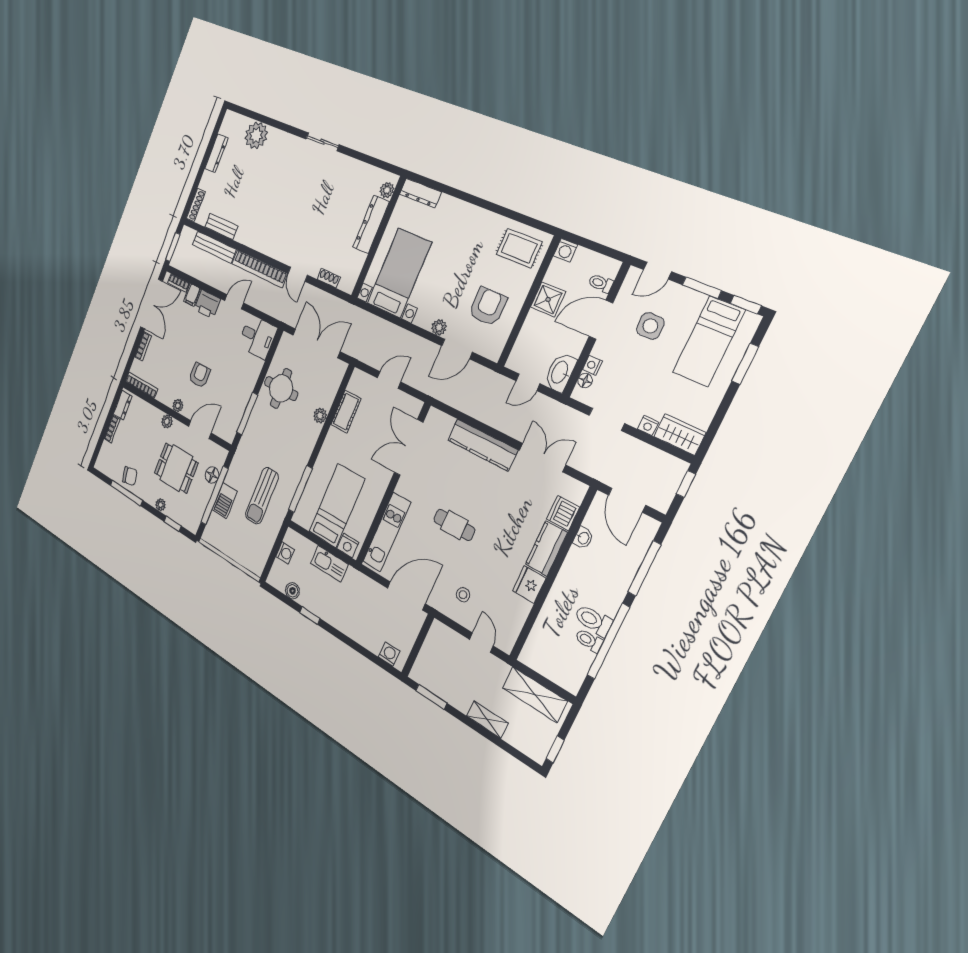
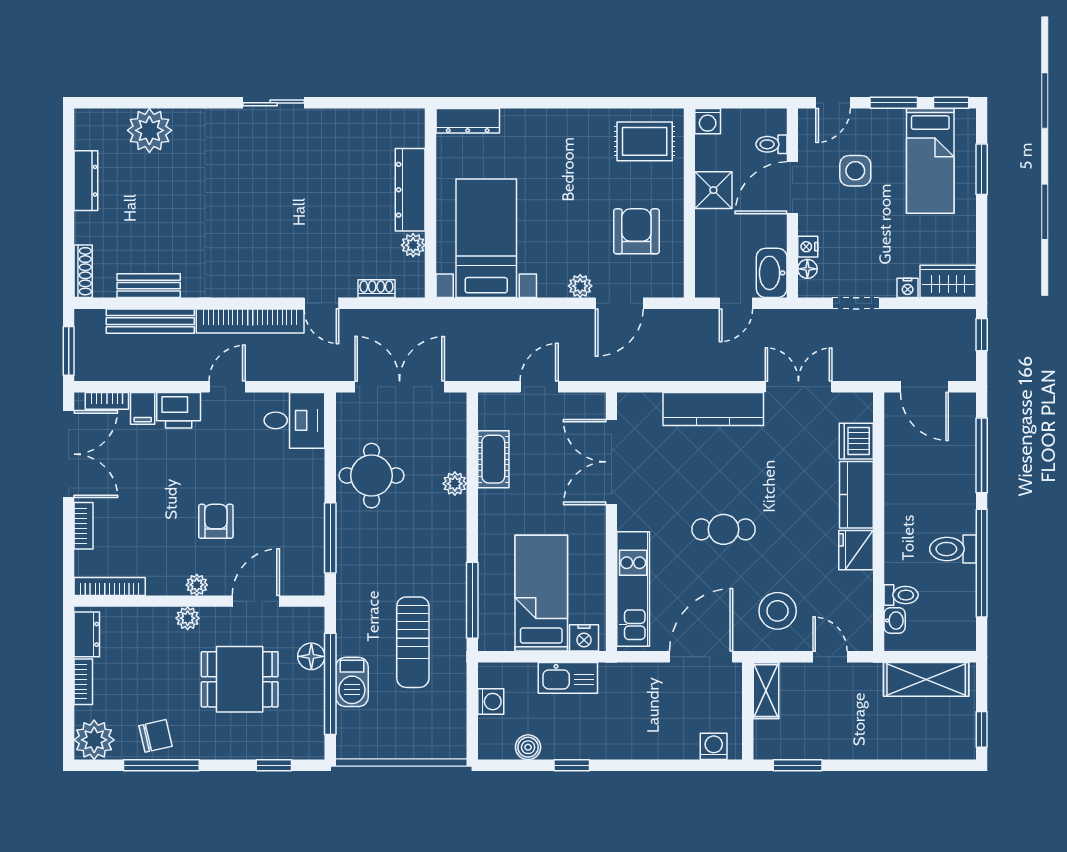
plant: (387, 190) -> (413, 245), moved
plant: (160, 505) -> (94, 740), moved, width x1.88, depth x1.88
washbasin: (583, 538) -> (895, 621), moved
stool: (463, 595) -> (778, 611), width x1.89, depth x1.89
toilet: (589, 641) -> (901, 595), moved, turned 180
shelving: (487, 720) -> (766, 691), moved, turned 90

